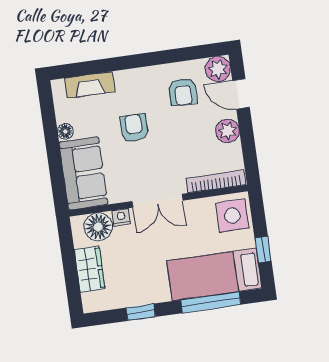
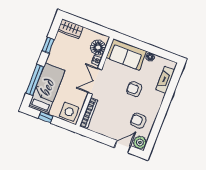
armchair: (134, 128) -> (134, 89), turned 180
plant: (227, 131) -> (109, 131), removed
wardrobe: (90, 269) -> (70, 29), moved

